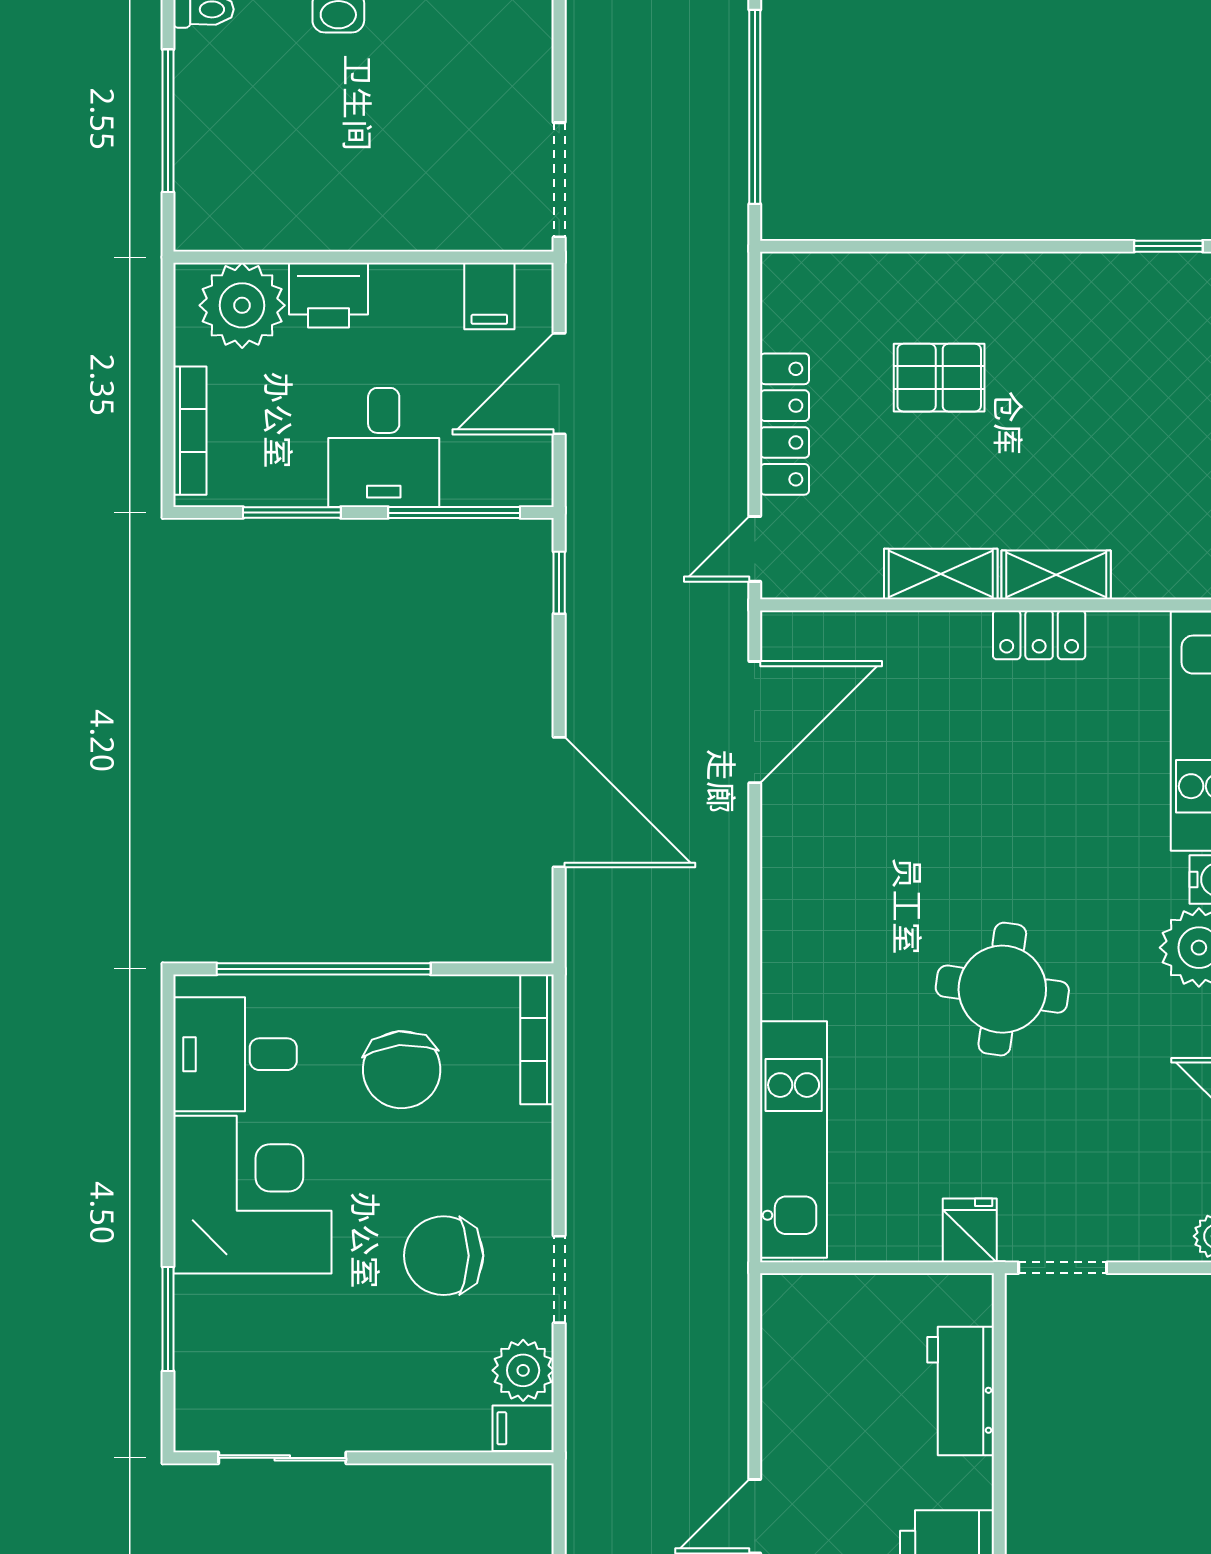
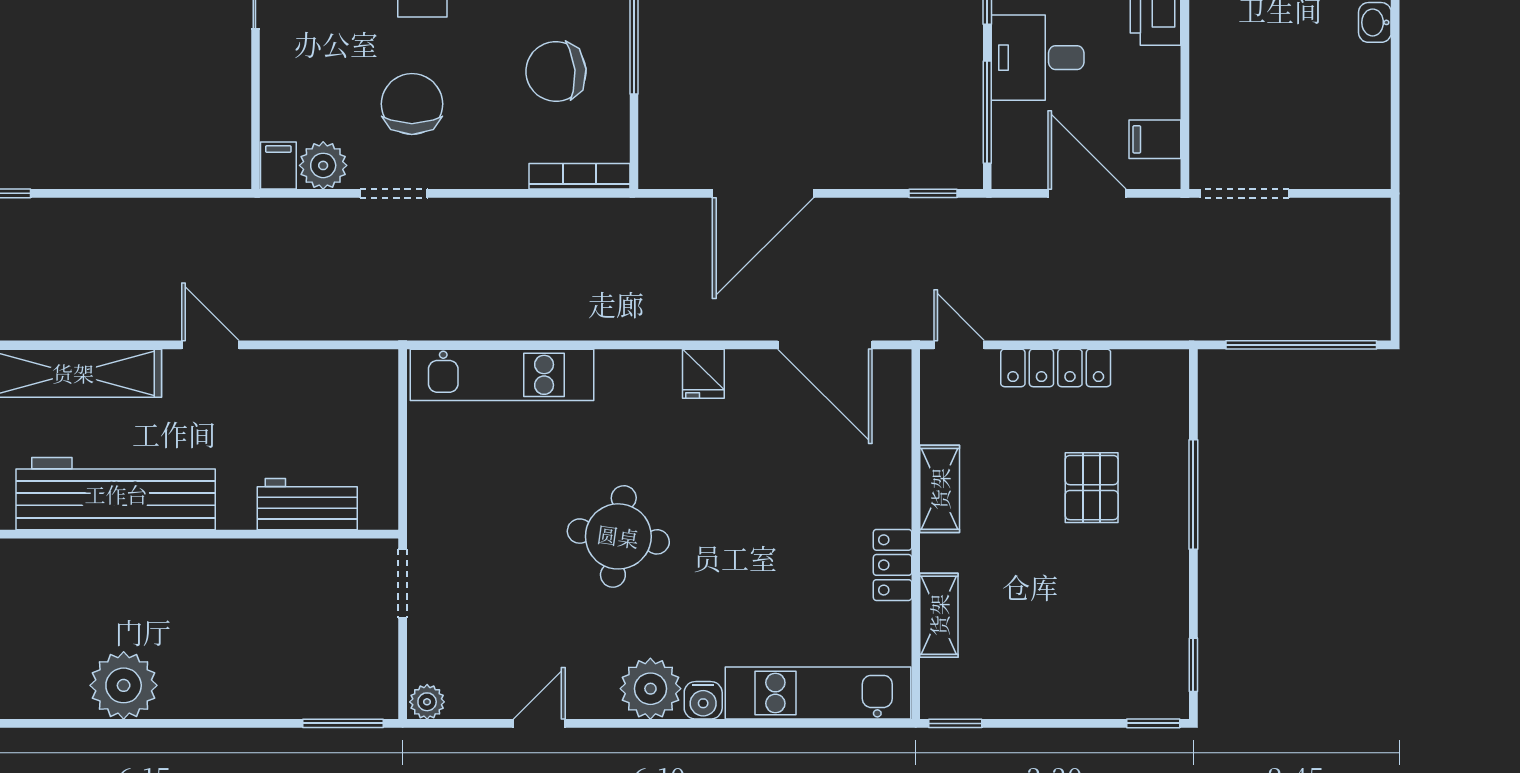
window: (948, 246) -> (1193, 495), added
shelving: (1056, 575) -> (939, 615), moved
fridge: (970, 1230) -> (703, 374), moved, turned 90

